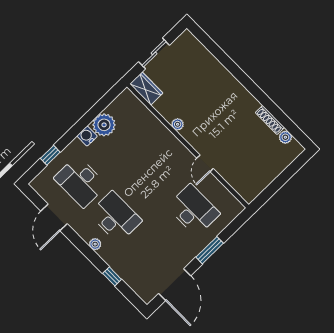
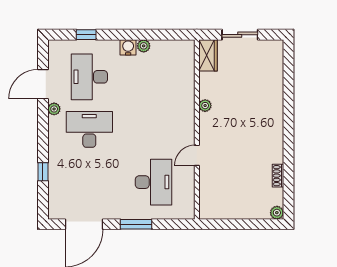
shoe rack: (270, 120) -> (278, 176), width x0.70
plant: (104, 125) -> (144, 46), width x0.53, depth x0.53
plant: (285, 137) -> (277, 213), moved
desk: (115, 217) -> (89, 129), turned -90
plant: (95, 244) -> (54, 109), moved

